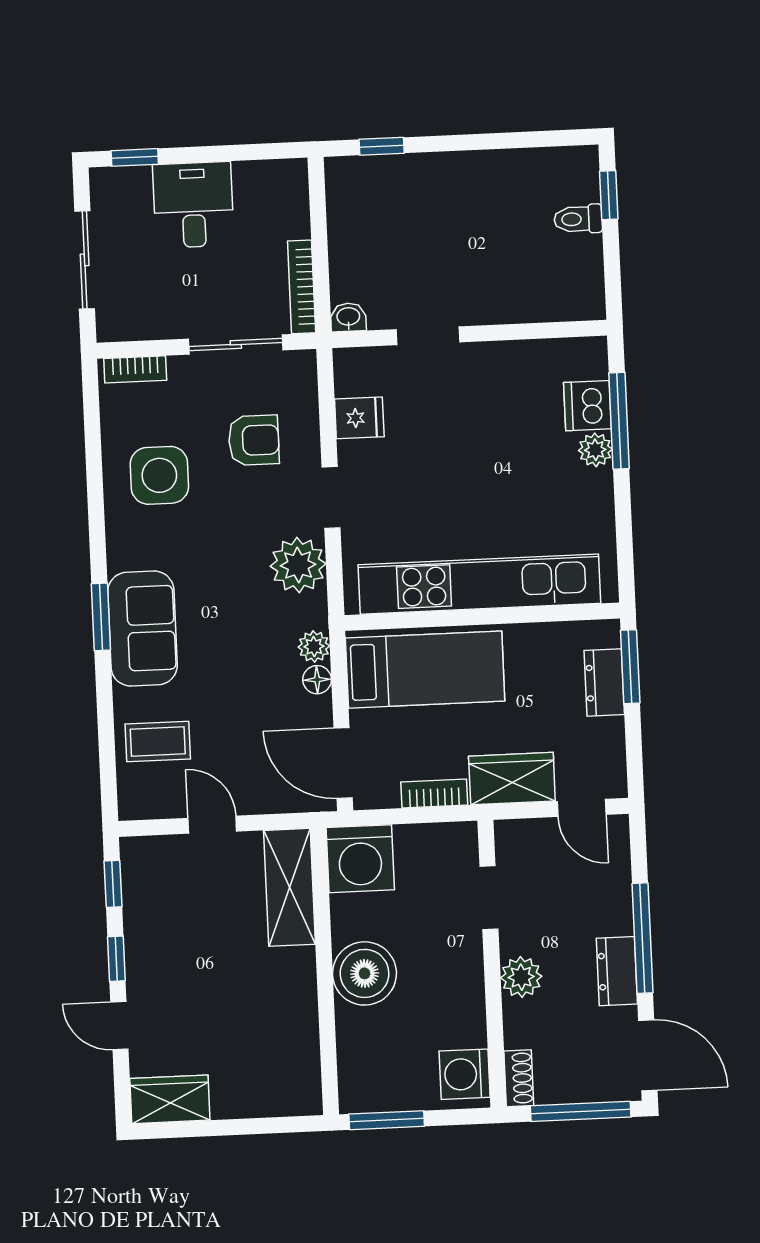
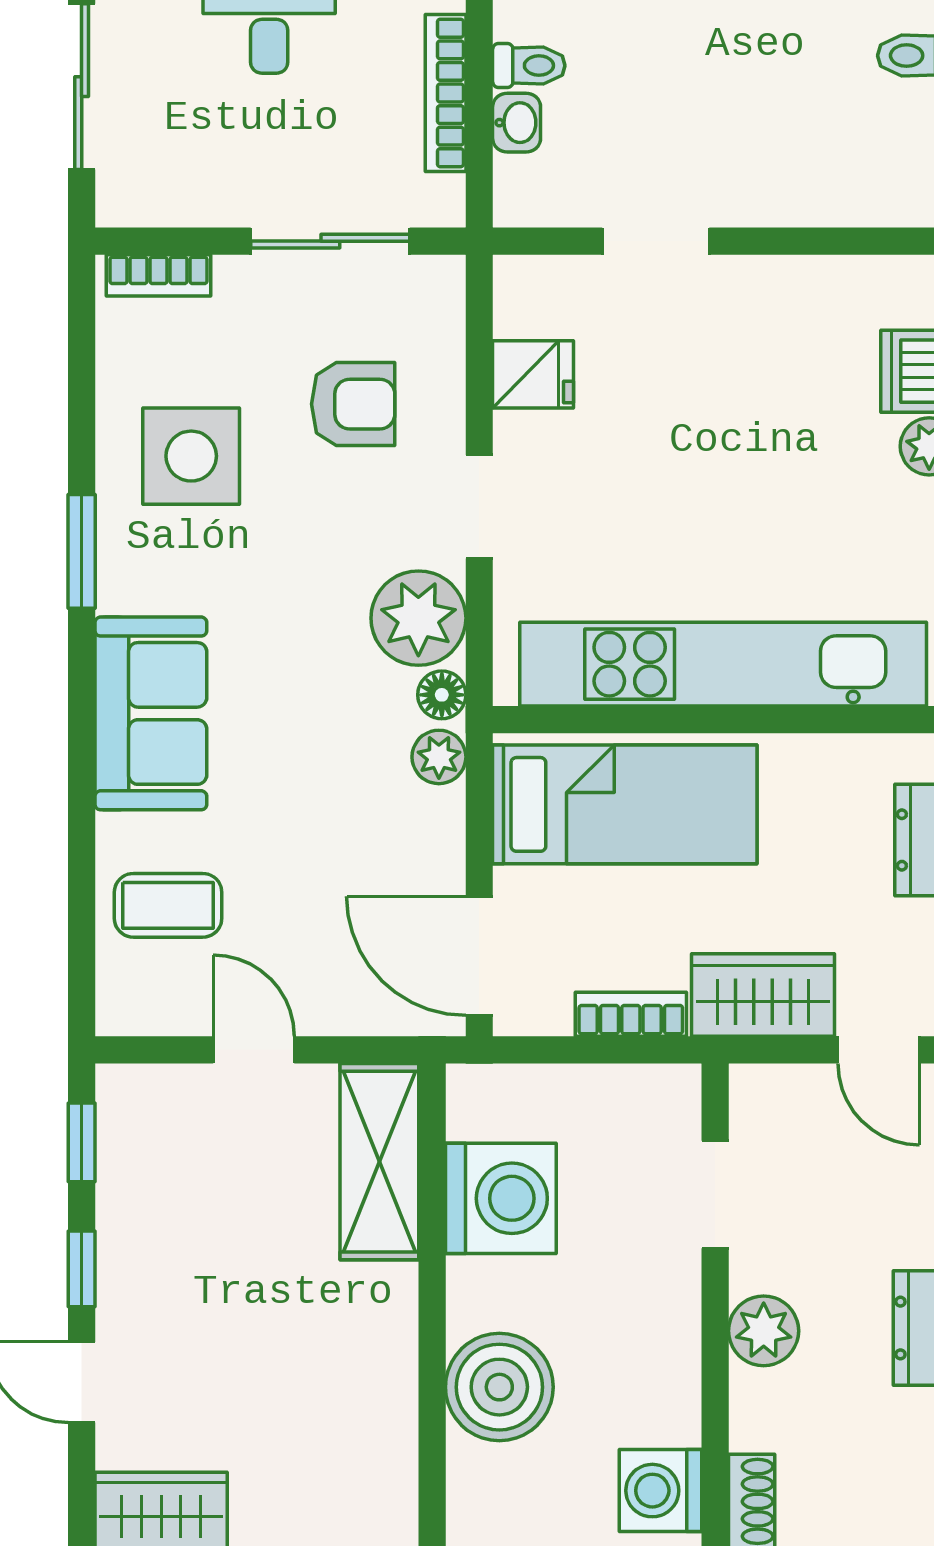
toilet: (348, 235) -> (529, 66), added
bookcase: (302, 287) -> (446, 93), moved
washbasin: (348, 317) -> (517, 123), moved, turned 90
window: (101, 617) -> (82, 551), moved
floor lamp: (317, 680) -> (442, 695), moved
washing machine: (360, 859) -> (501, 1198), moved, turned -90
boiler: (365, 973) -> (499, 1387), moved

